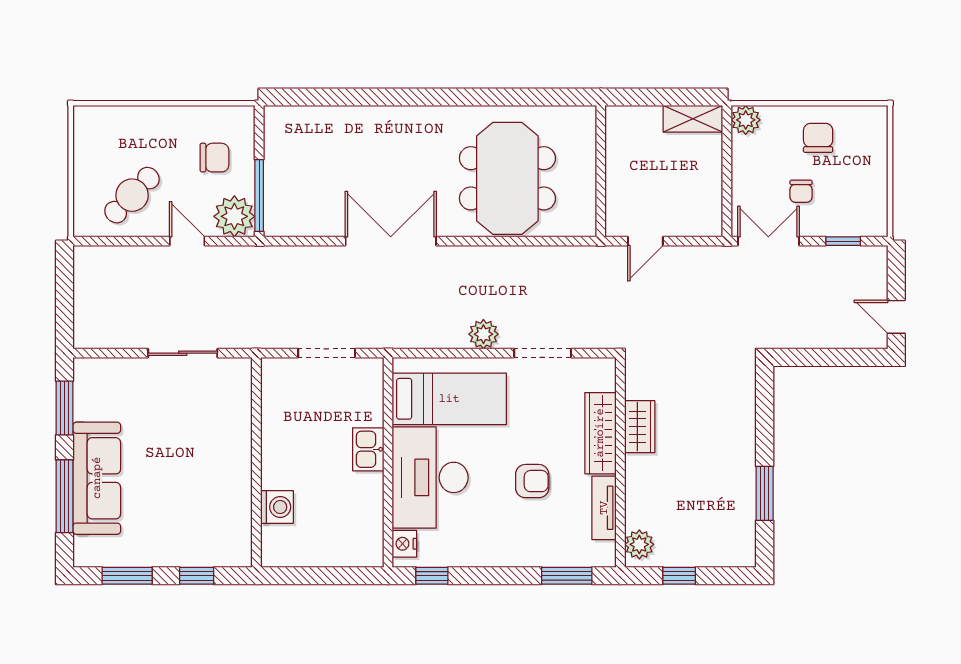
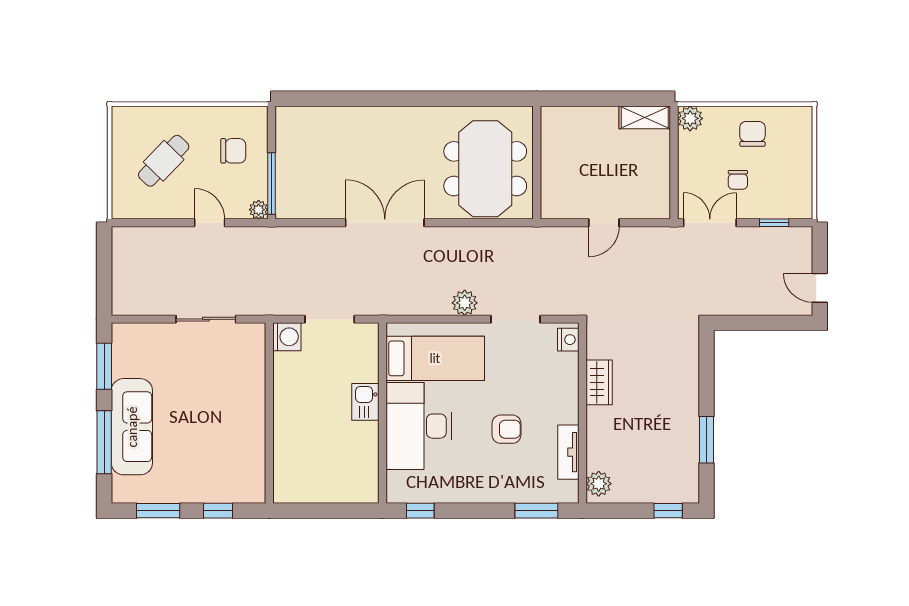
wall: (601, 171) -> (537, 163), moved
cafe table: (132, 195) -> (164, 161), moved
plant: (234, 216) -> (259, 210), width x0.53, depth x0.53
wardrobe: (600, 433) -> (565, 388), removed
washing machine: (277, 507) -> (287, 337), moved
nightstand: (404, 544) -> (568, 340), moved, turned 180
window: (679, 576) -> (668, 511), moved

